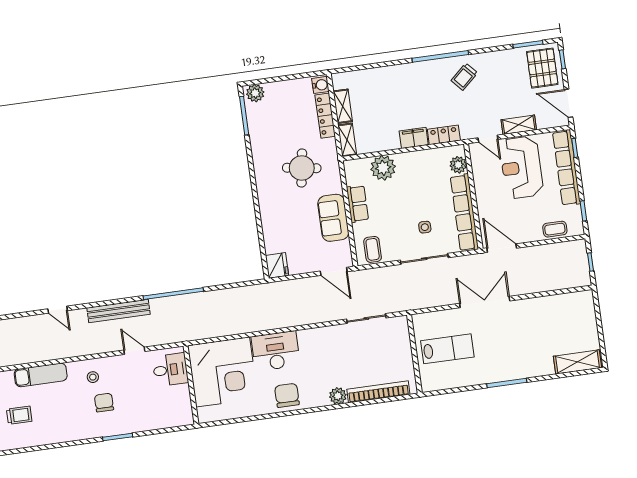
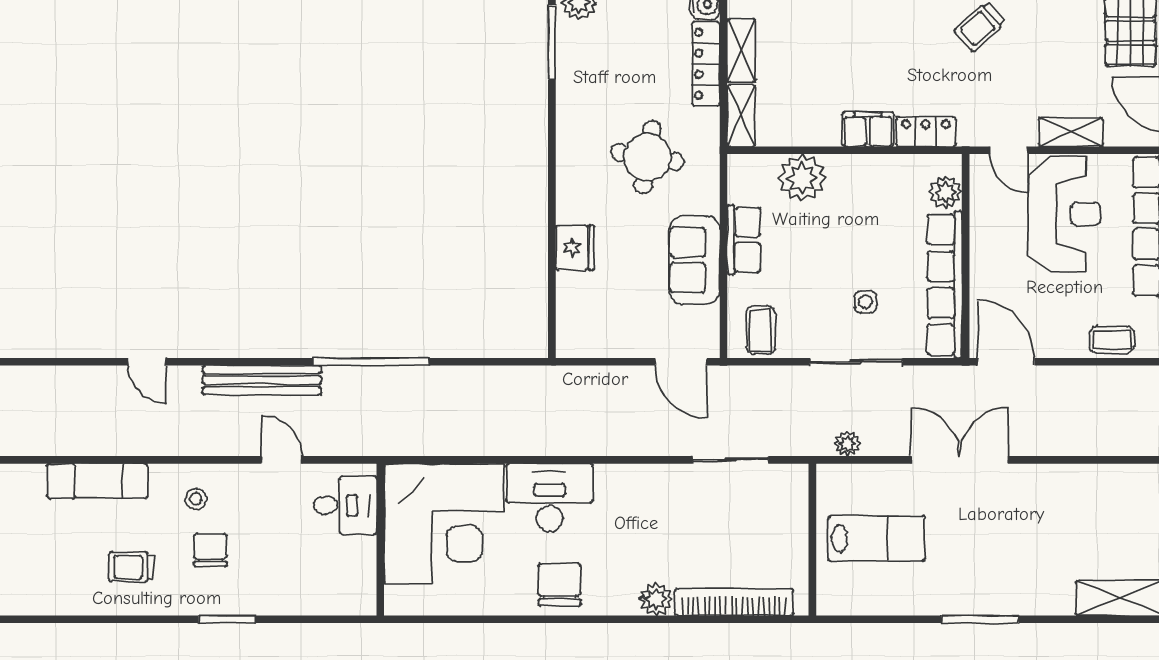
reception desk: (521, 167) -> (1065, 214), turned 180
fridge: (277, 265) -> (575, 248), moved
plant: (425, 302) -> (847, 444), added
trolley: (19, 415) -> (131, 567), moved, turned 180

